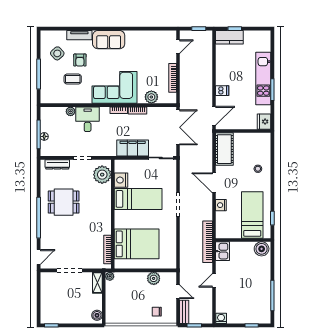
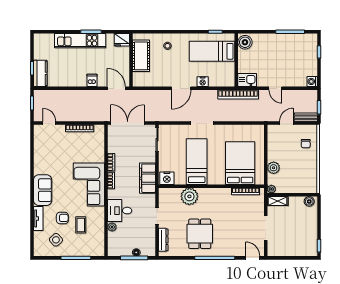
plant: (151, 97) -> (98, 149), removed
filing cabinet: (133, 148) -> (147, 178), moved
cot: (224, 149) -> (141, 56), moved, turned 90
plant: (102, 175) -> (189, 196), moved
nightstand: (121, 180) -> (167, 178), moved
plant: (154, 278) -> (274, 168), moved

